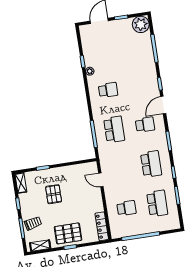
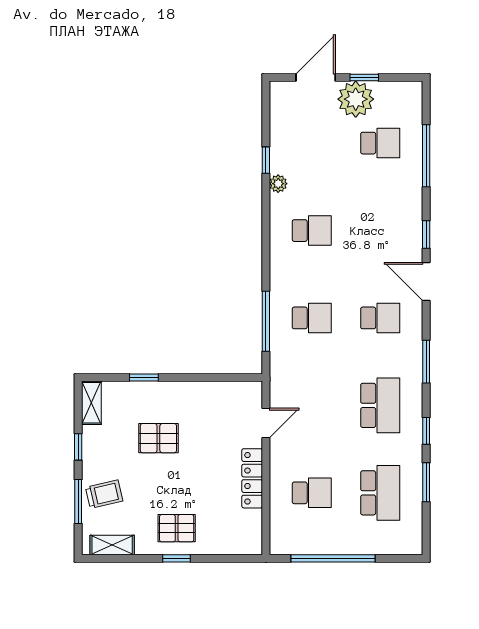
plant: (141, 24) -> (356, 99), moved
school desk: (133, 46) -> (380, 143), added
door: (163, 105) -> (426, 282), hinge flipped
school desk: (114, 129) -> (312, 318), width x0.54
door: (101, 180) -> (266, 423), swing flipped
pallet: (54, 194) -> (158, 438), turned 90
locker: (102, 226) -> (252, 478), moved
pallet: (68, 233) -> (177, 528), width x0.67, depth x0.71

